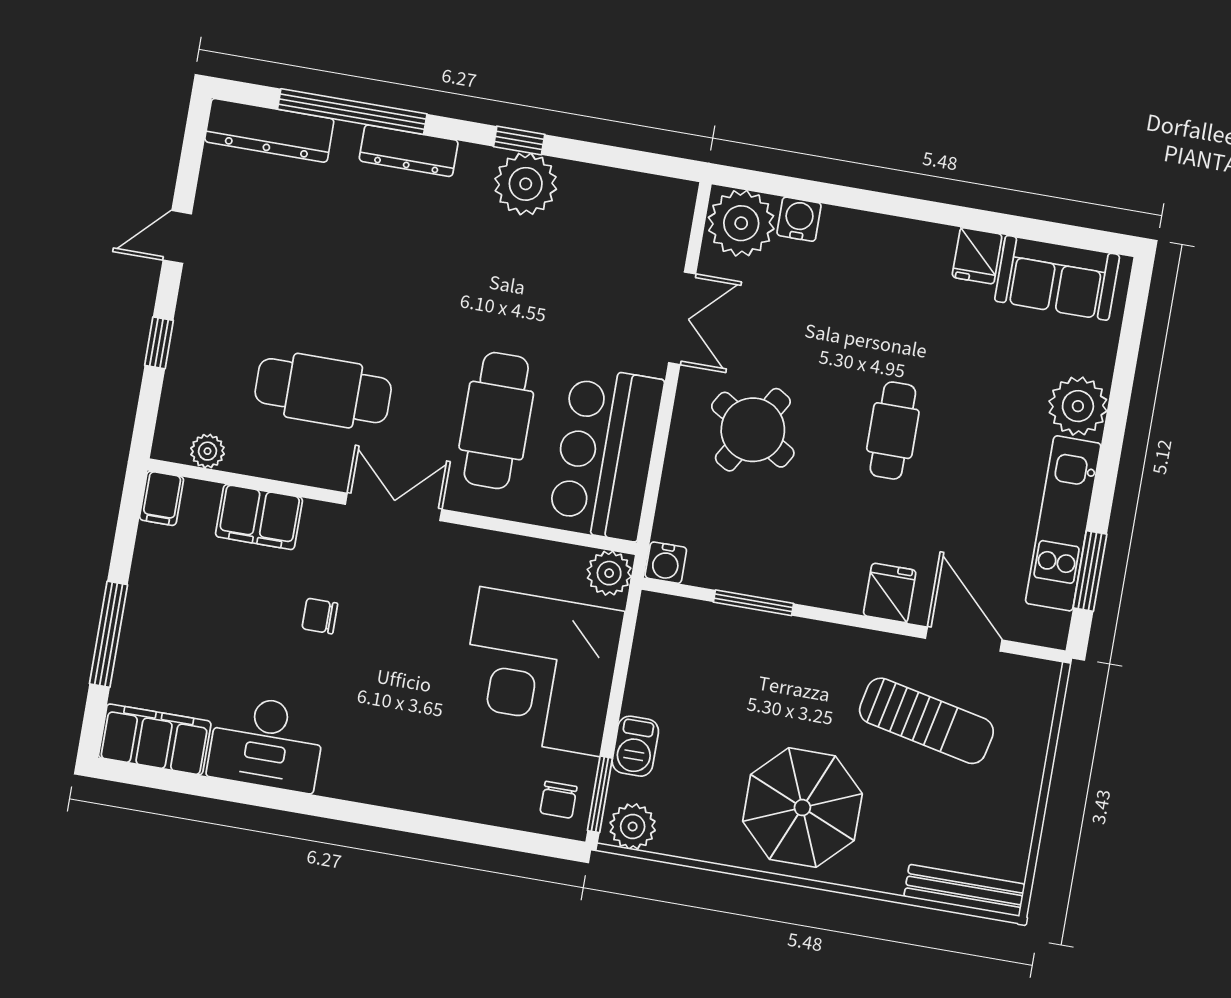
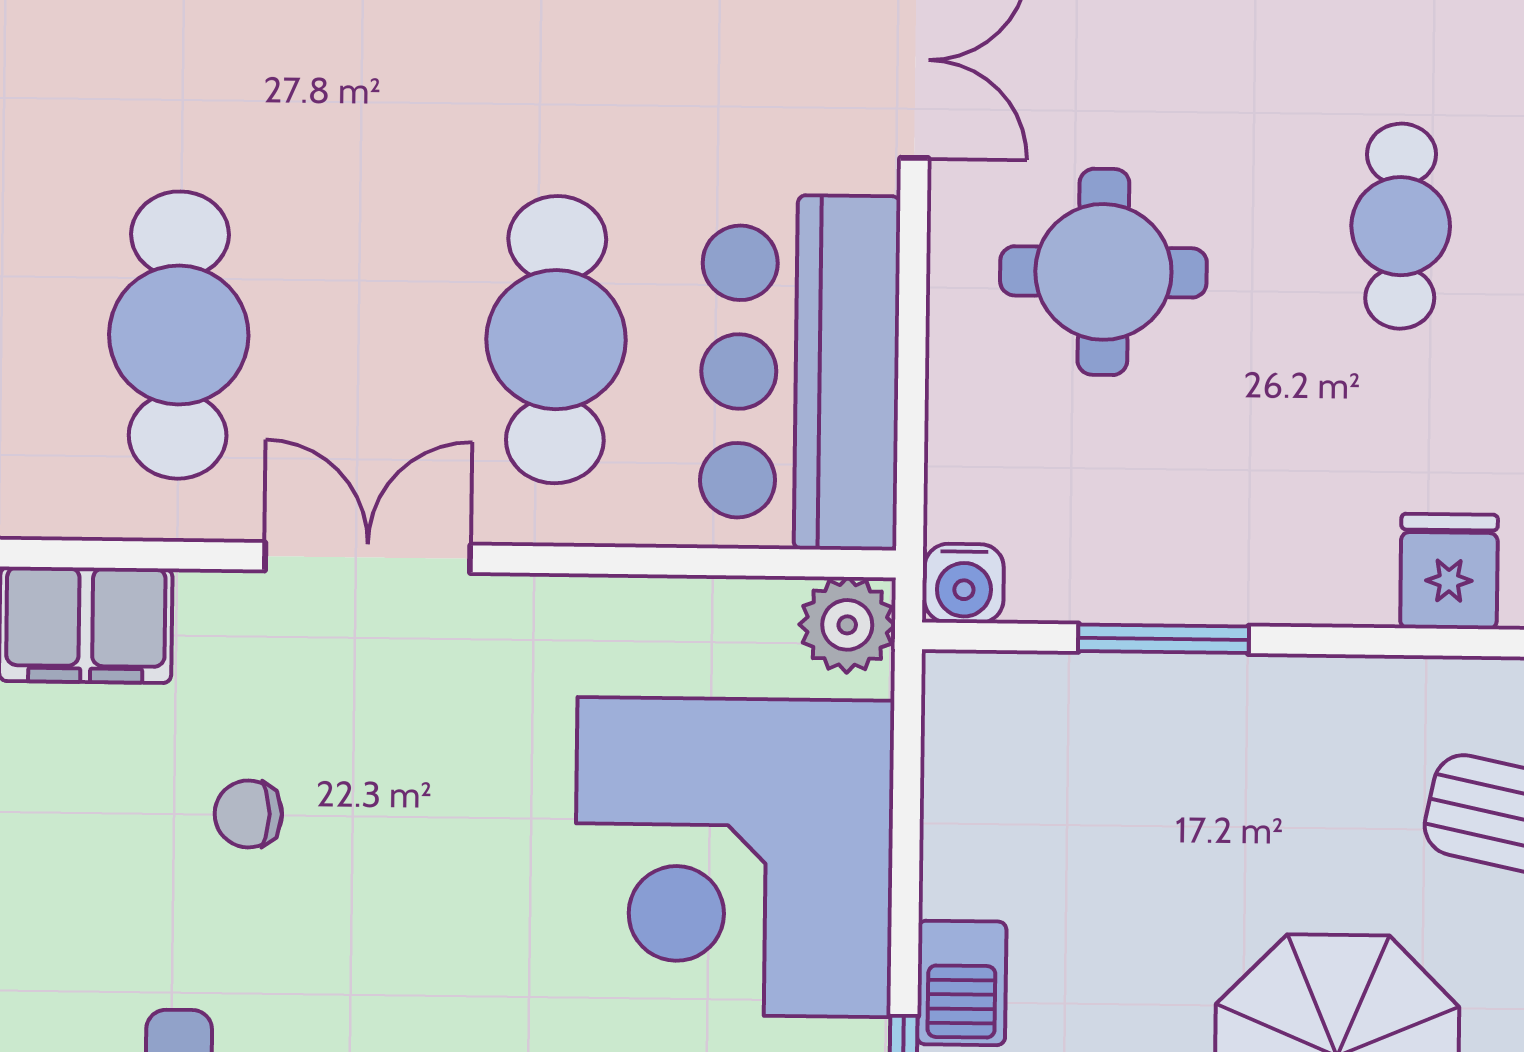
cafe table: (323, 391) -> (179, 335), turned 90
round table: (753, 430) -> (1103, 272), turned -31

